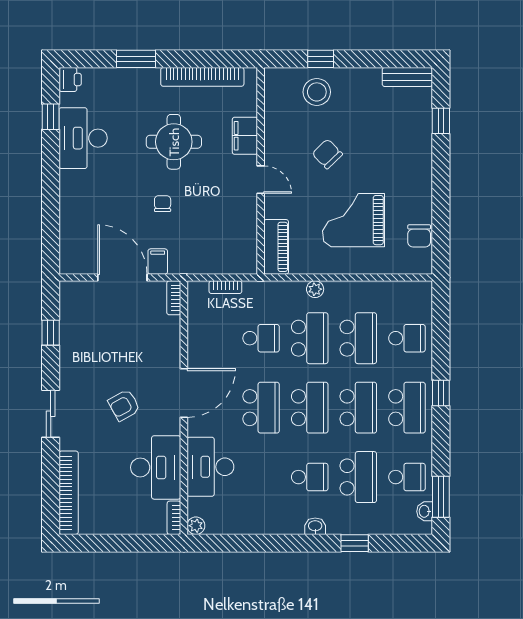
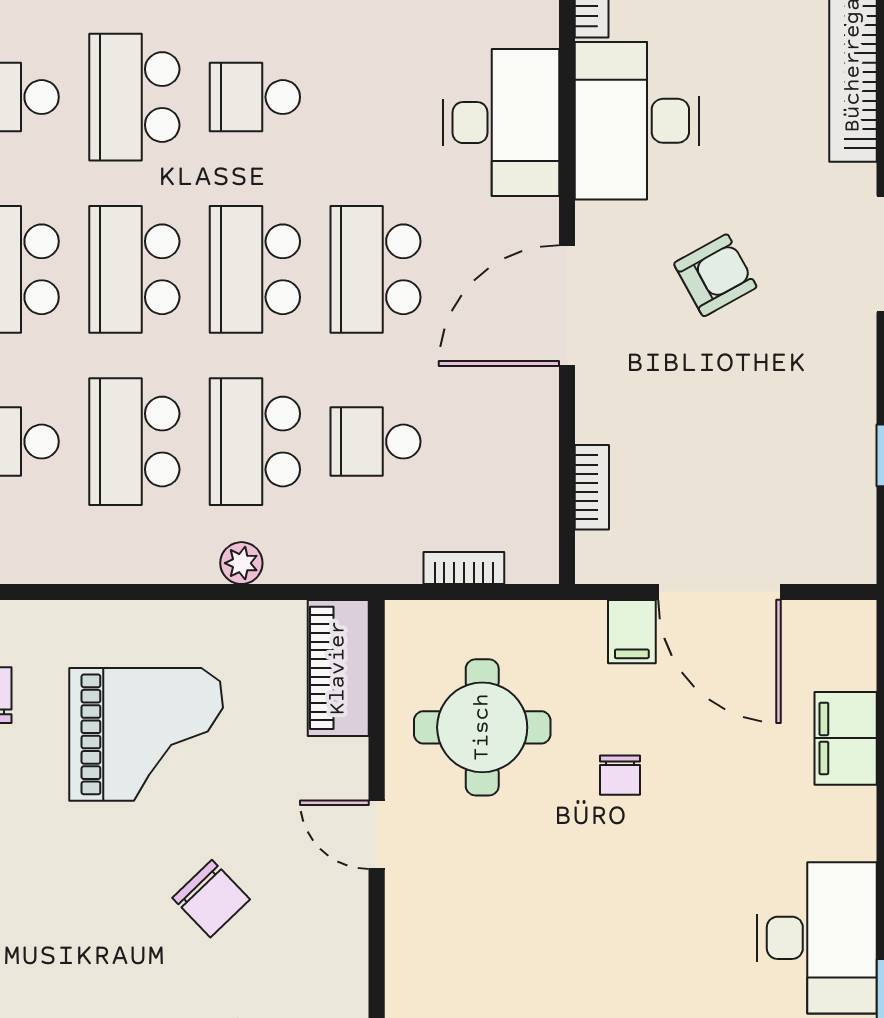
filing cabinet: (245, 136) -> (846, 738), moved, turned 180
round table: (174, 142) -> (482, 727), moved
bookcase: (174, 298) -> (592, 487), moved

